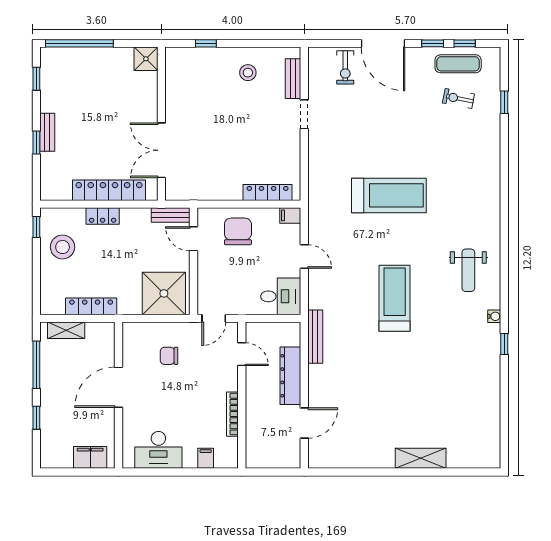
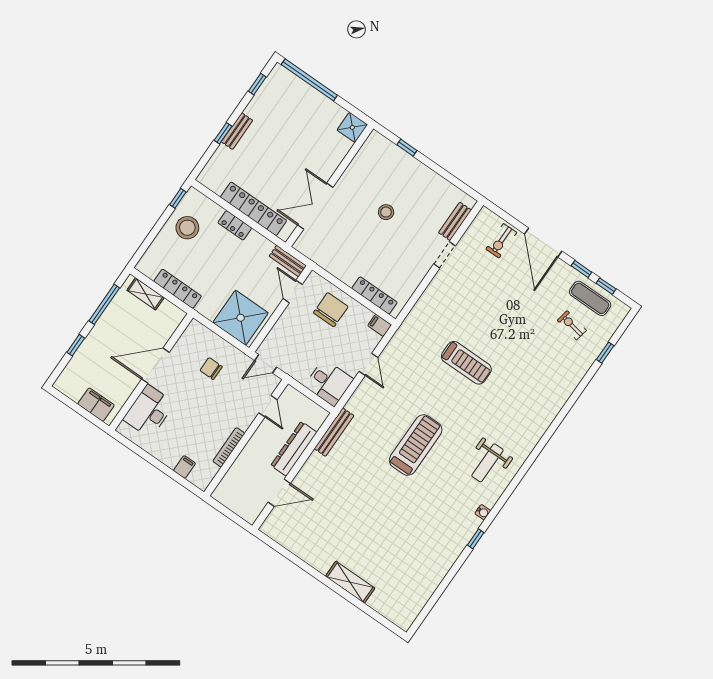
stool: (248, 73) -> (386, 212), moved
treadmill: (389, 195) -> (466, 363), width x0.73, depth x0.73
desk: (158, 450) -> (149, 411), moved, turned 90

